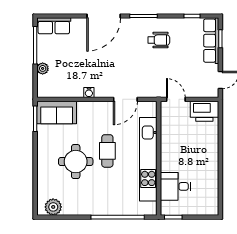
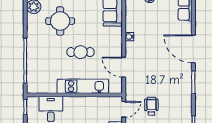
wheelchair: (159, 40) -> (151, 106), moved, turned 180
kitchen unit: (148, 159) -> (83, 86), width x0.73
round table: (76, 162) -> (60, 21), moved

